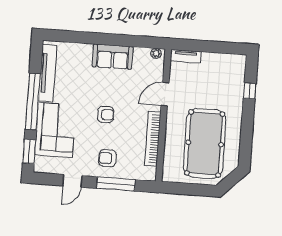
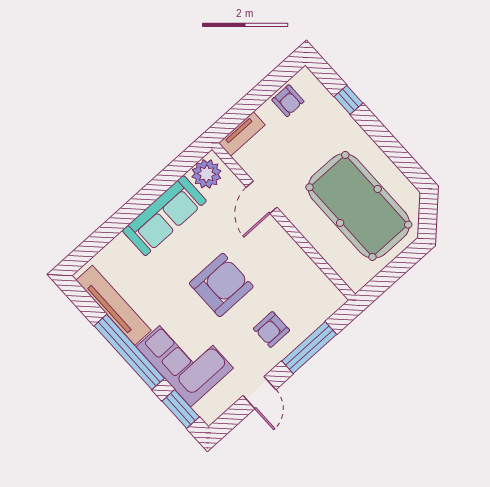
plant: (156, 53) -> (207, 174), width x1.88, depth x1.88
sofa: (113, 57) -> (164, 216), width x1.36
armchair: (222, 63) -> (288, 101), added
armchair: (106, 115) -> (221, 285), width x1.88, depth x1.88
bookcase: (153, 139) -> (298, 258), removed

